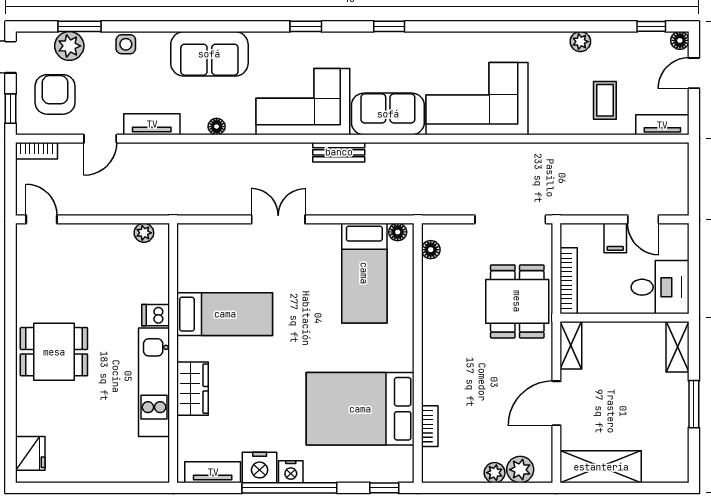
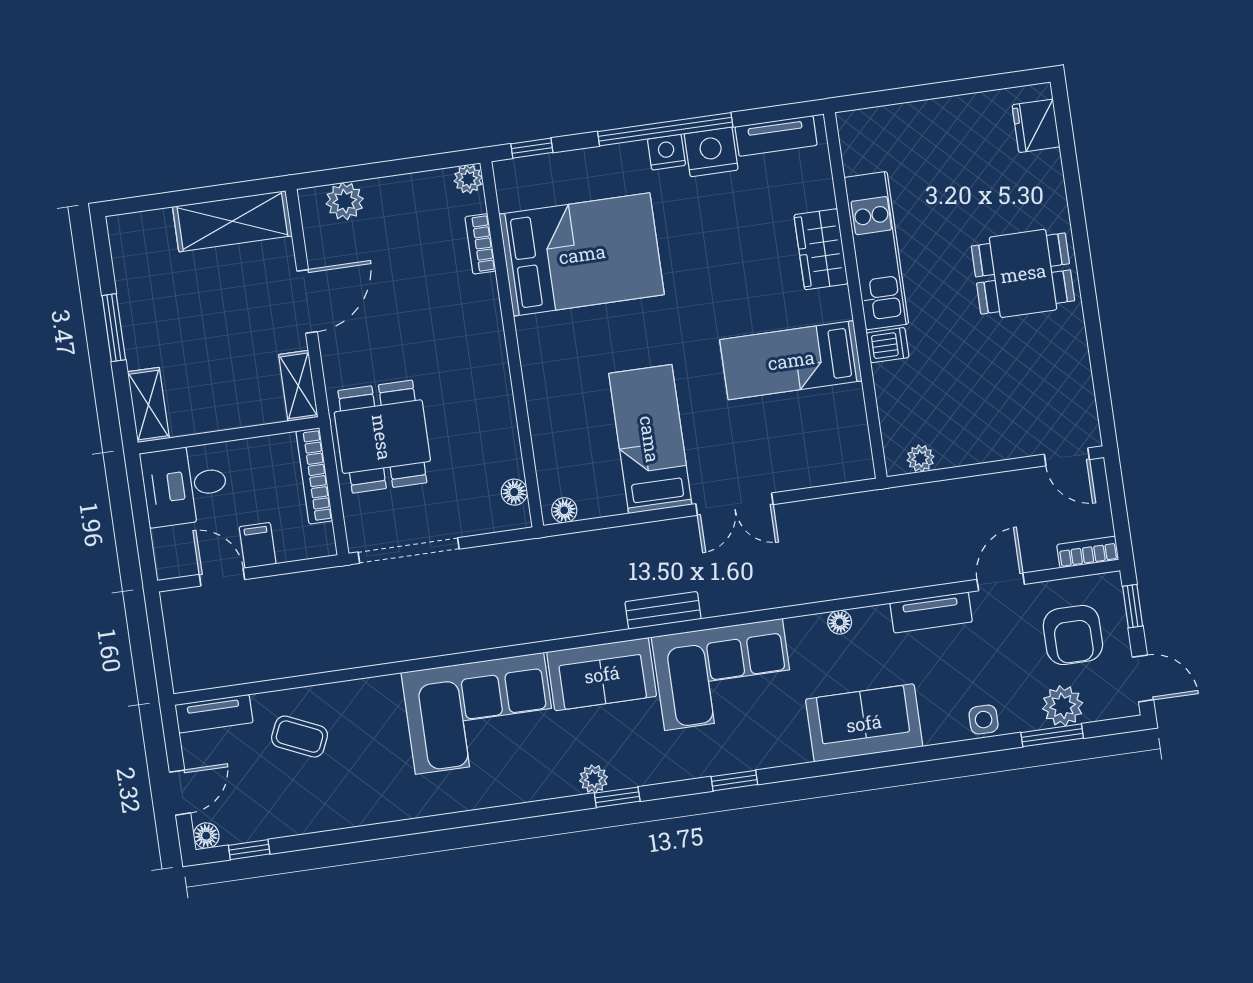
plant: (580, 42) -> (594, 779), moved
coffee table: (605, 100) -> (300, 737), turned -66
bed: (364, 273) -> (650, 439), moved
plant: (495, 473) -> (468, 179), moved

